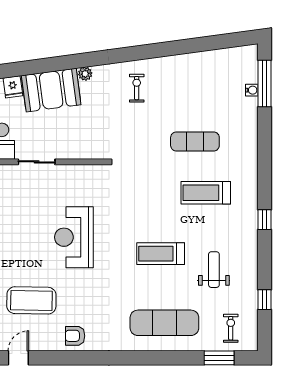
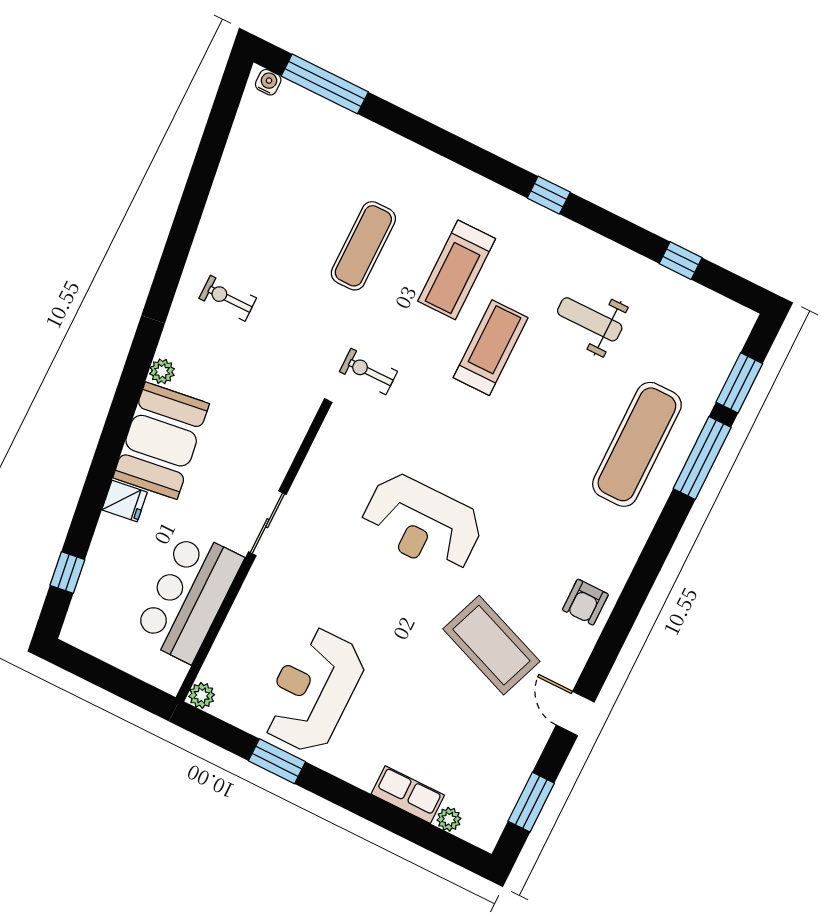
water cooler: (252, 90) -> (268, 82), moved
treadmill: (161, 254) -> (491, 348), moved, turned 180
coffee table: (31, 300) -> (491, 645), turned -70
exercise bike: (231, 328) -> (368, 372), moved
window: (174, 358) -> (702, 458), added

